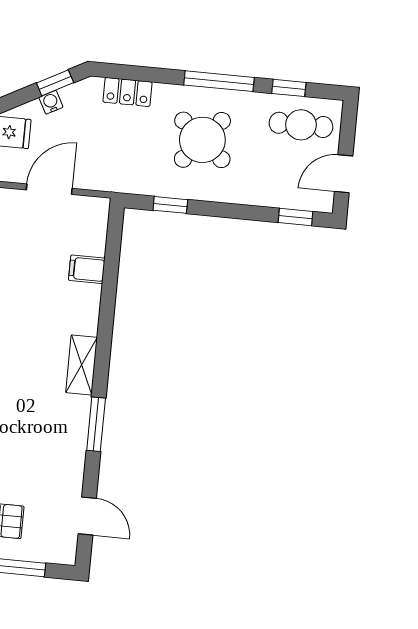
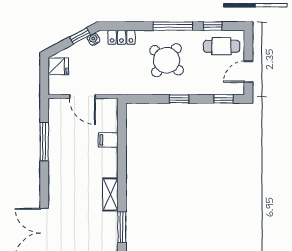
water cooler: (51, 102) -> (94, 39), moved
door: (49, 189) -> (82, 97), swing flipped
window: (170, 205) -> (179, 99), moved

